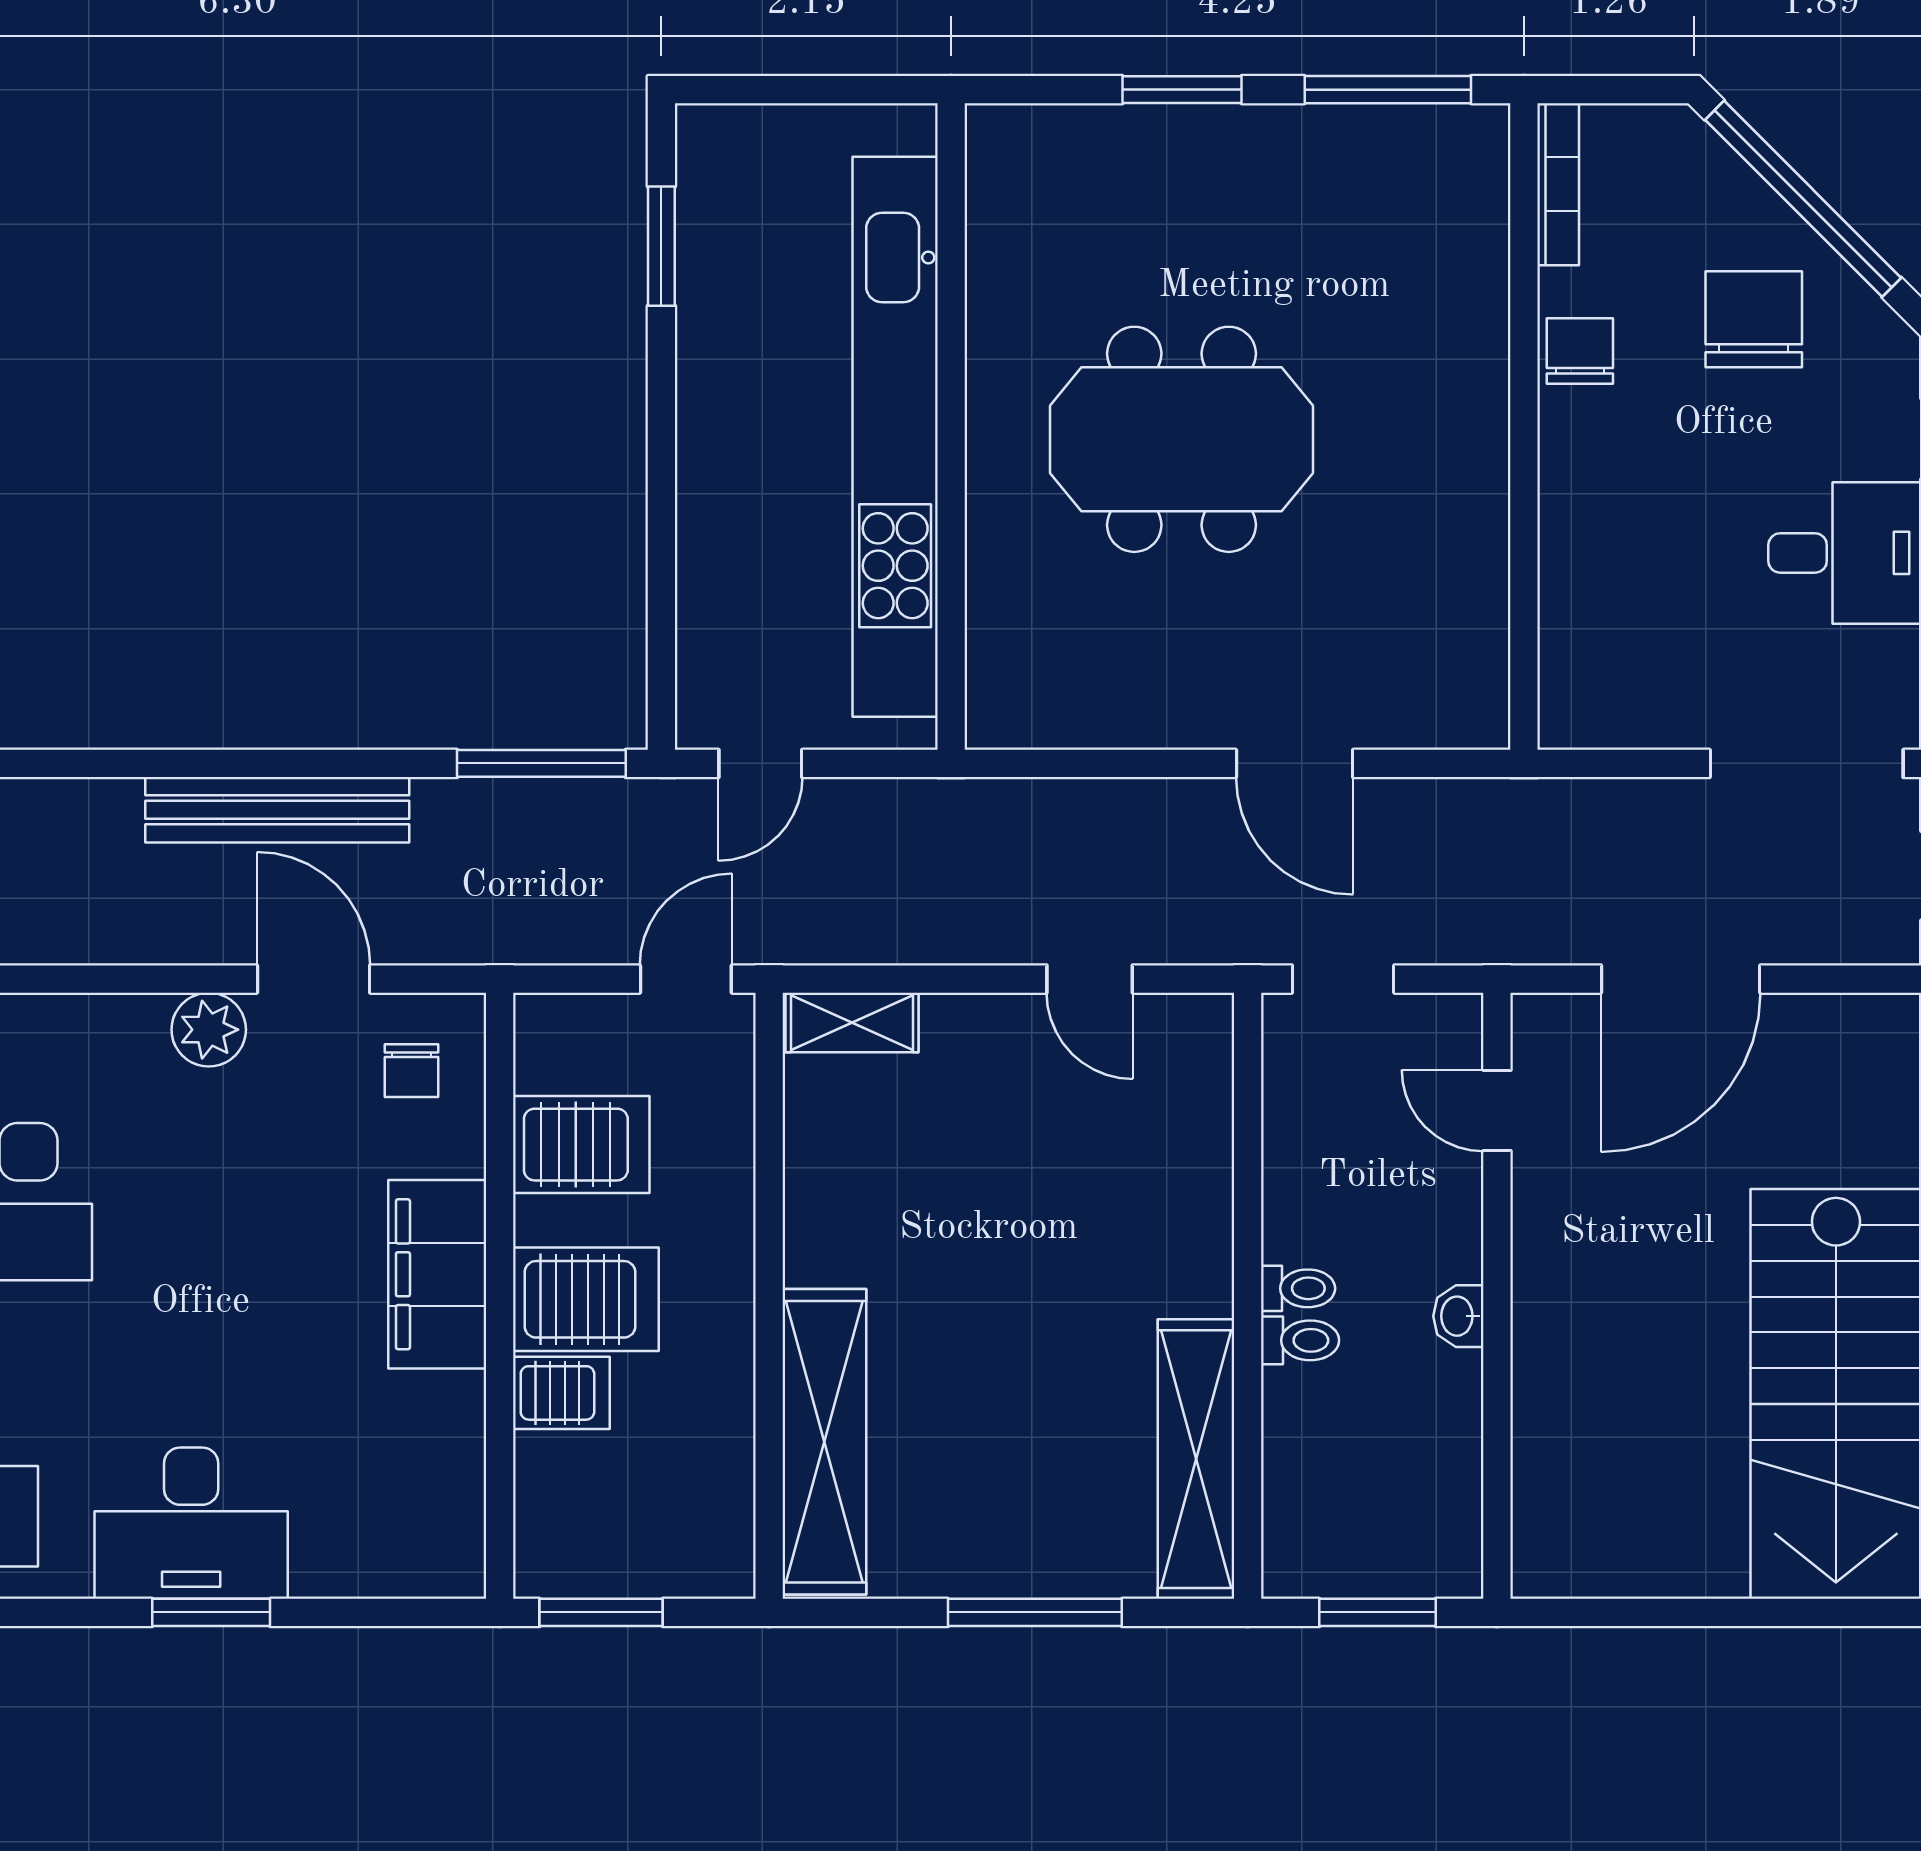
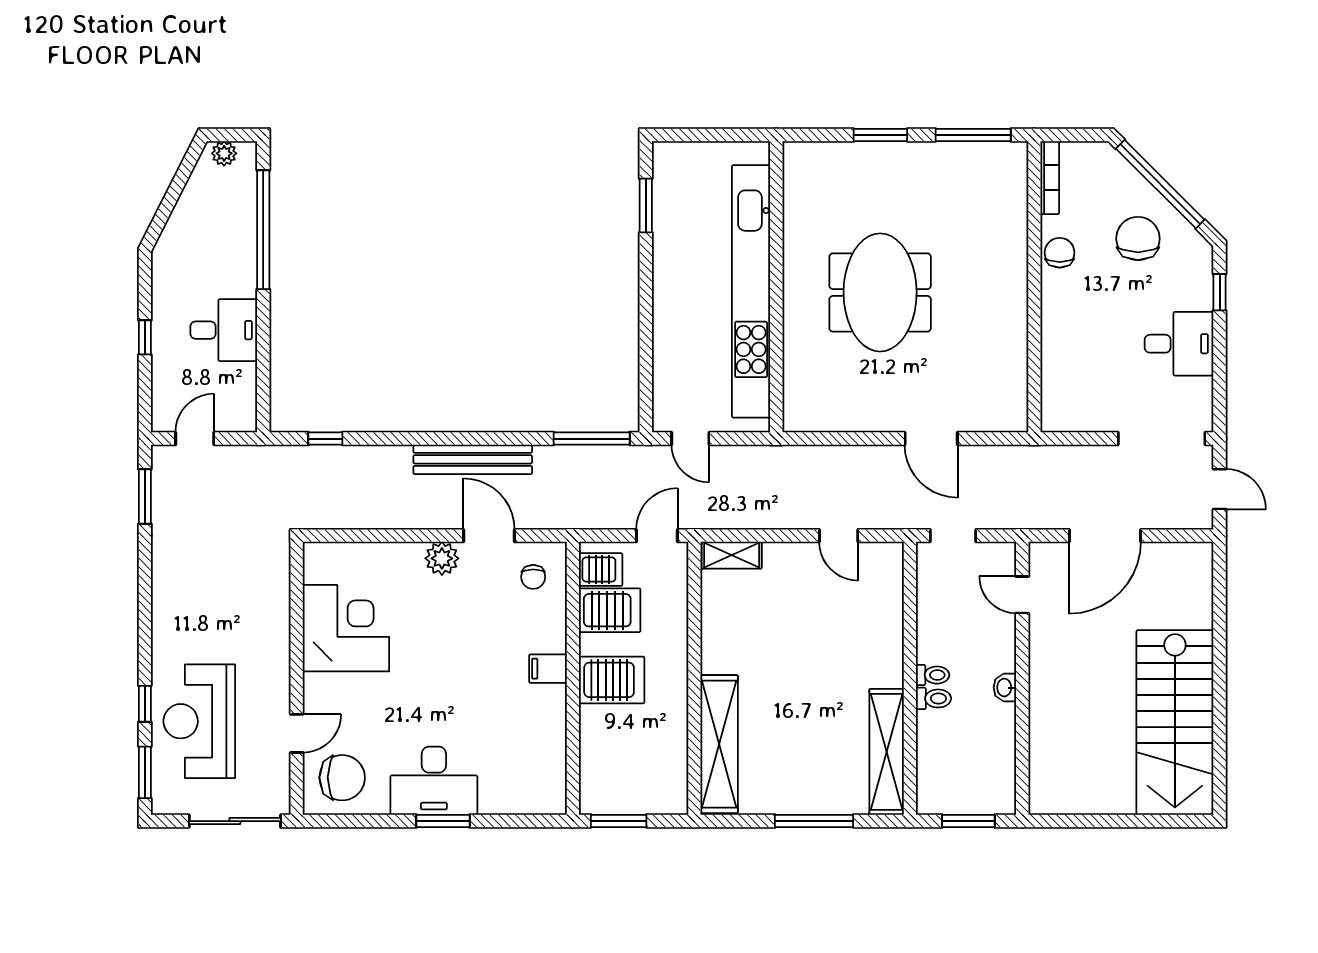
meeting table: (1182, 439) -> (880, 292), turned 90
door: (760, 763) -> (690, 439), hinge flipped
filing cabinet: (437, 1274) -> (548, 669), width x0.33, depth x0.86
server rack: (561, 1393) -> (601, 569), moved

